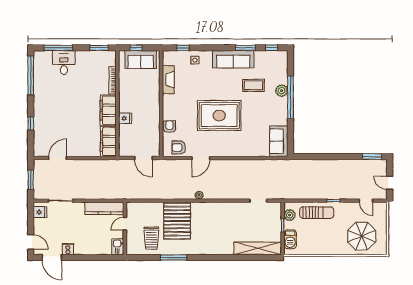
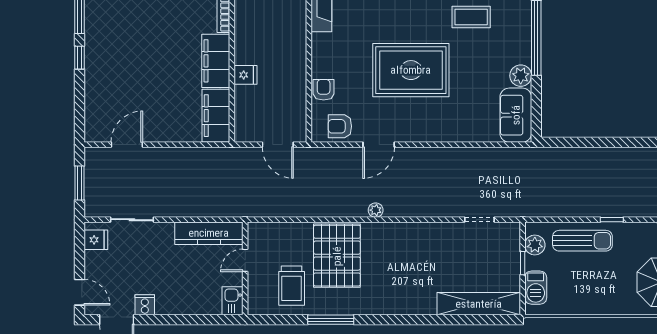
plant: (282, 91) -> (521, 76), moved
window: (31, 123) -> (79, 58), moved

